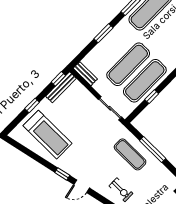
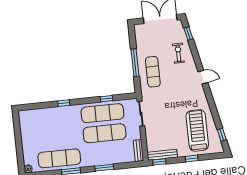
window: (62, 174) -> (222, 135), moved

